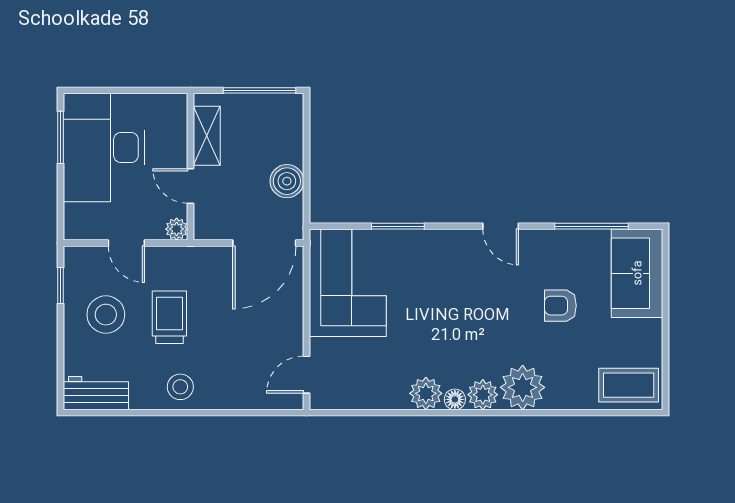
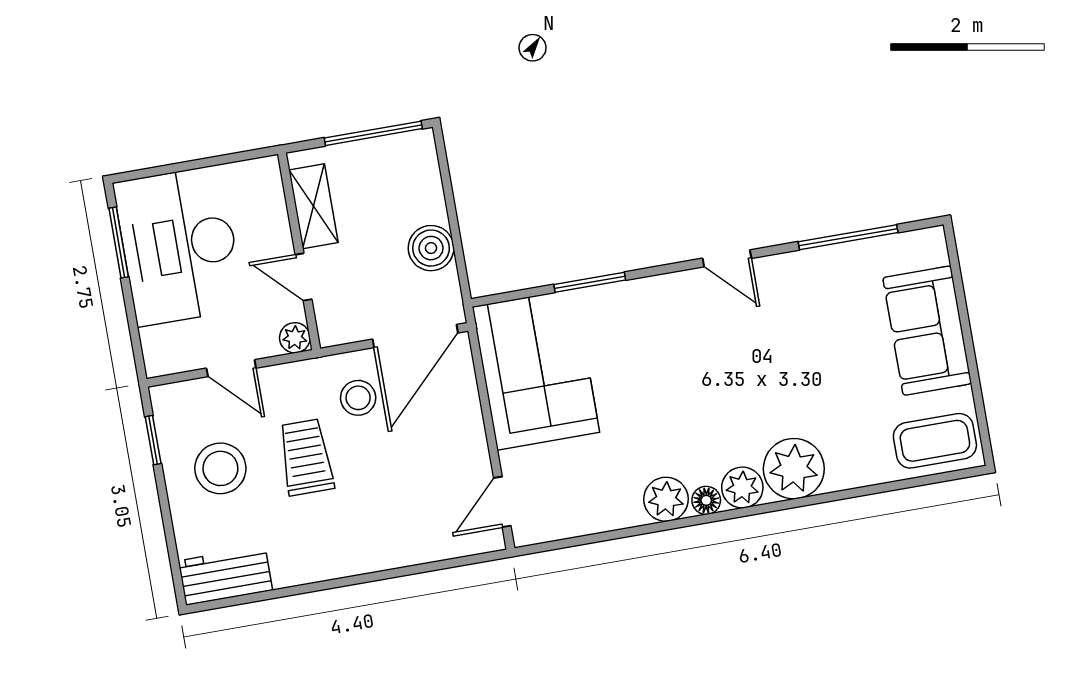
sofa: (637, 273) -> (927, 331), moved
armchair: (560, 306) -> (825, 351), removed
stool: (180, 387) -> (358, 398), moved

